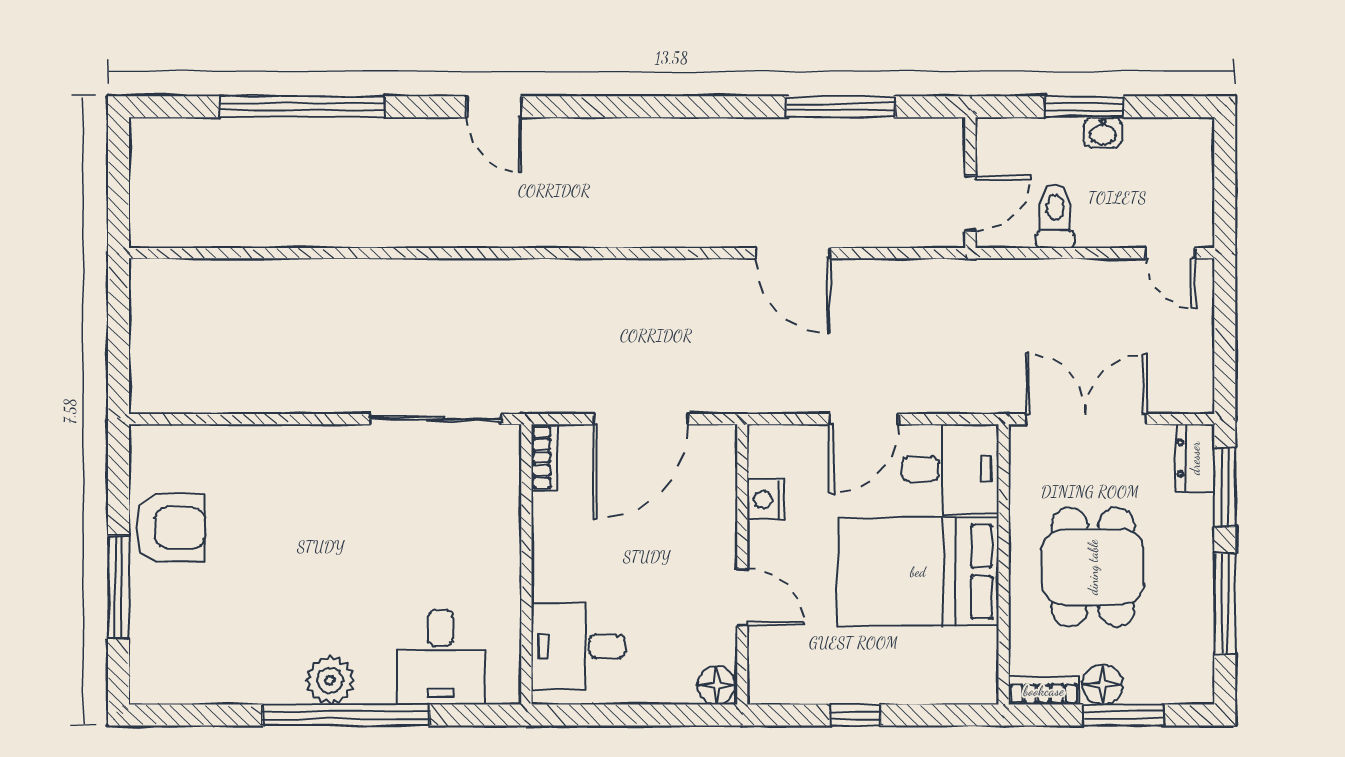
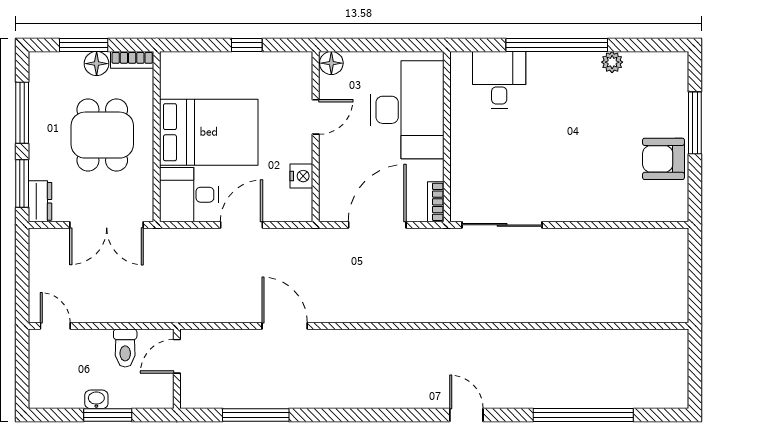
door: (742, 597) -> (316, 117), swing flipped
desk: (578, 646) -> (407, 110), width x1.87, depth x1.30
plant: (330, 680) -> (612, 62), moved, width x0.73, depth x0.73

